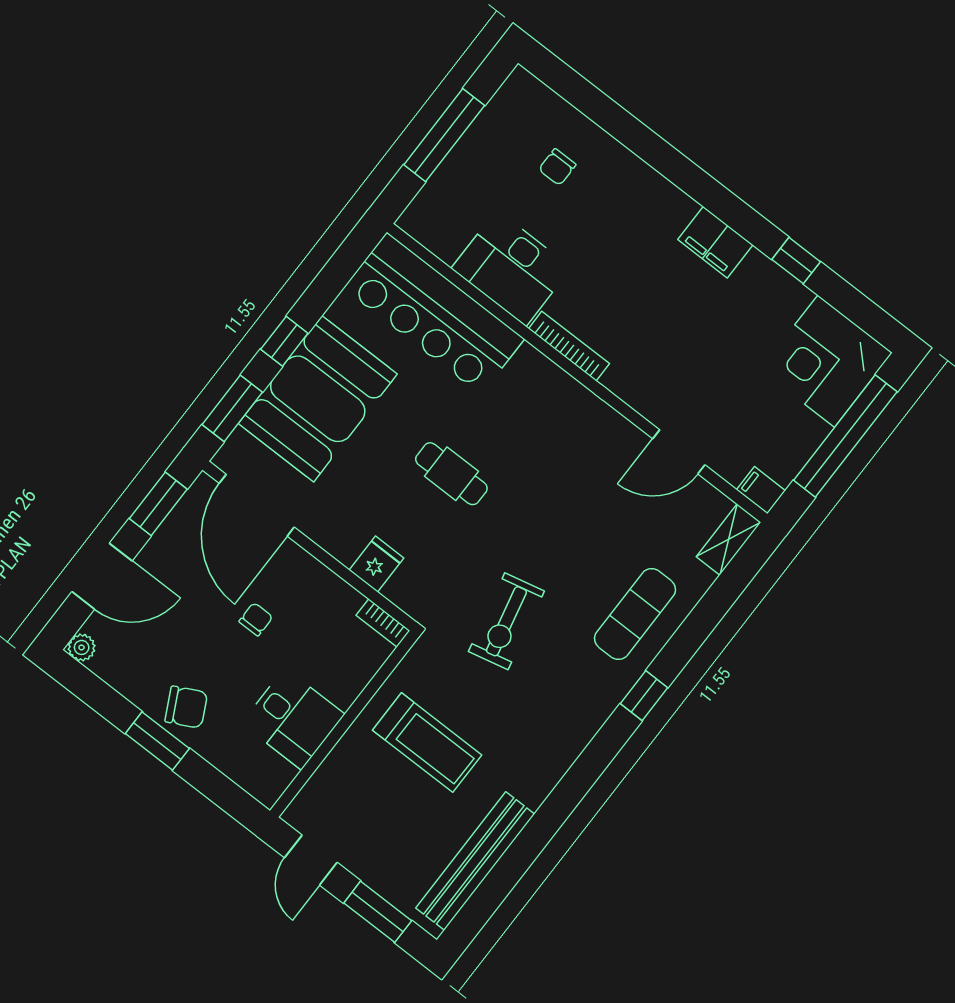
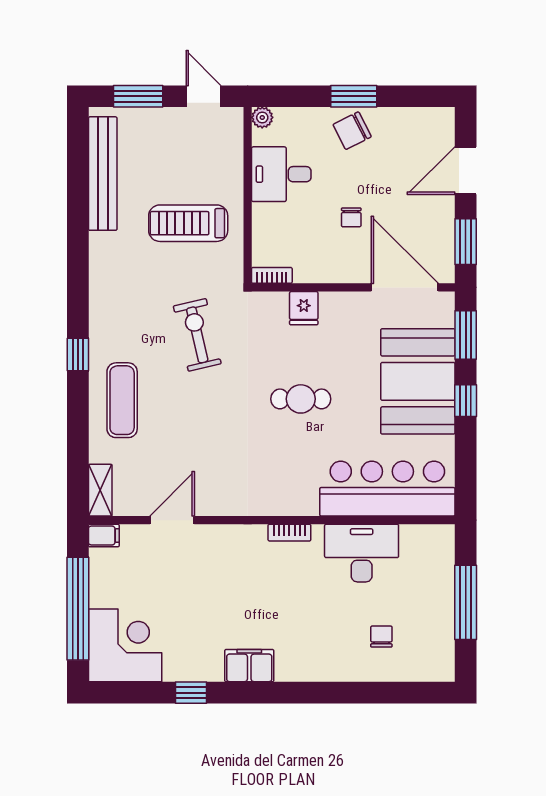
bookcase: (569, 346) -> (289, 533), width x0.64
plant: (82, 647) -> (262, 117), moved

